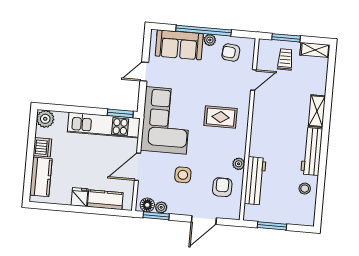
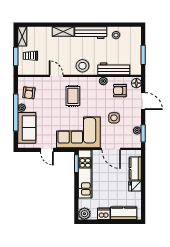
door: (254, 80) -> (56, 76), moved
stool: (264, 135) -> (82, 66), added
floor lamp: (147, 205) -> (136, 83), moved

